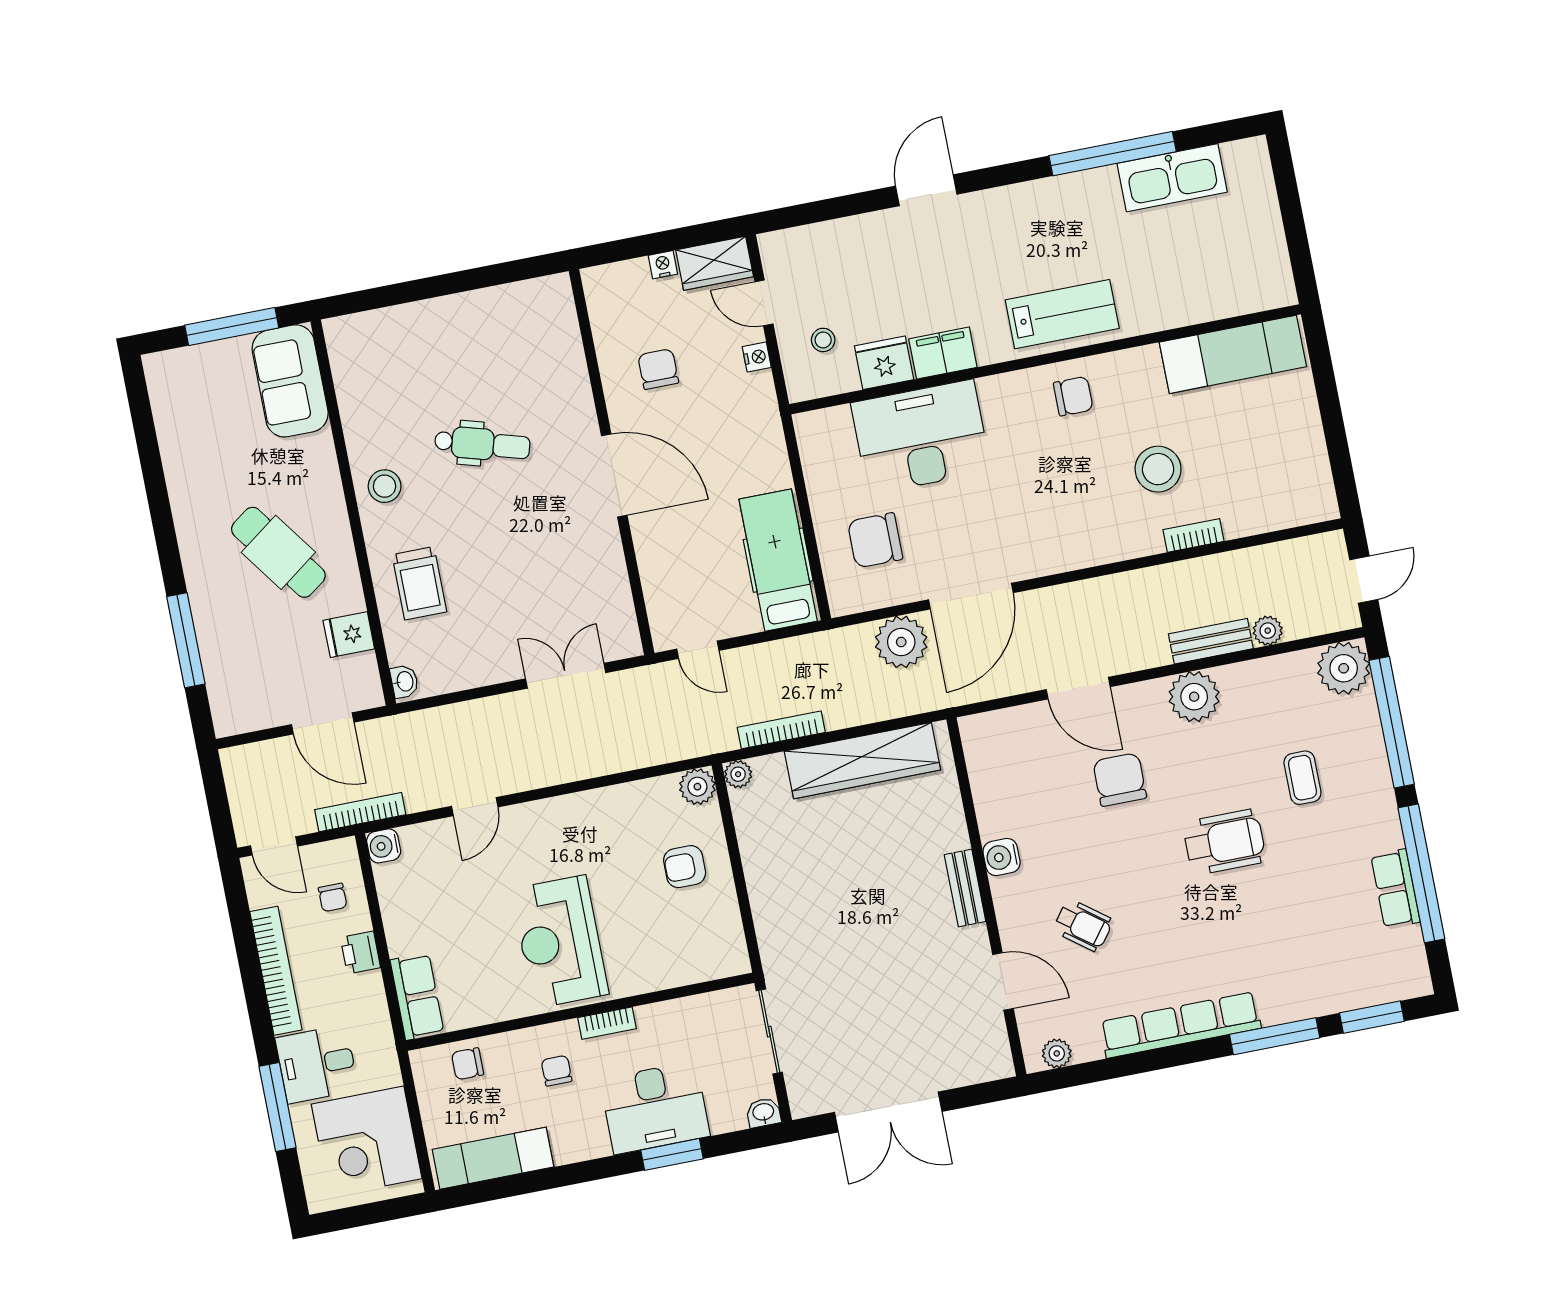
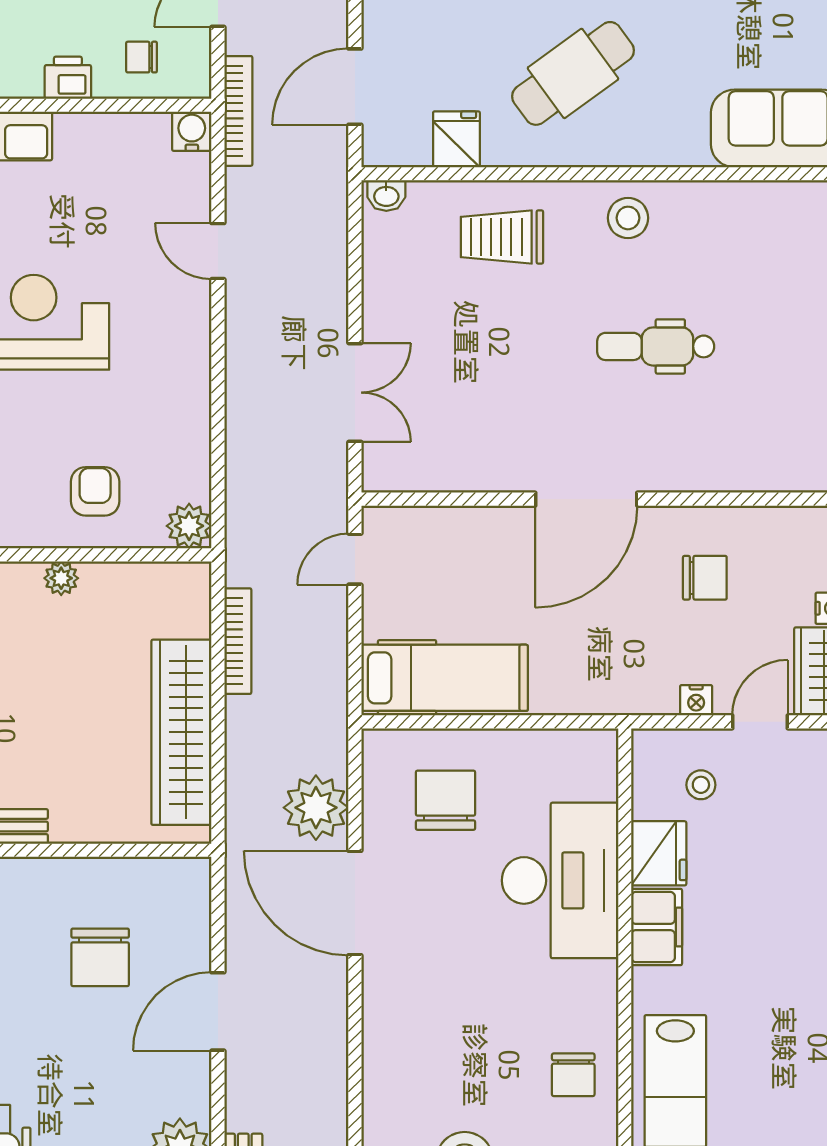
dental chair: (482, 444) -> (656, 346), turned 74
plant: (738, 774) -> (61, 578), moved
chair: (1120, 780) -> (100, 957), moved, turned 90
water cooler: (1002, 857) -> (31, 878), removed

